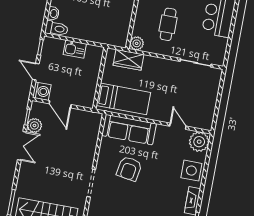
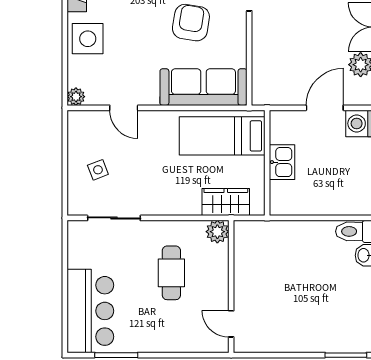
kitchen sink: (75, 49) -> (282, 162), moved, turned 90
side table: (200, 93) -> (98, 170), added
door: (60, 104) -> (325, 108), hinge flipped
plant: (199, 142) -> (76, 97), width x0.53, depth x0.53

